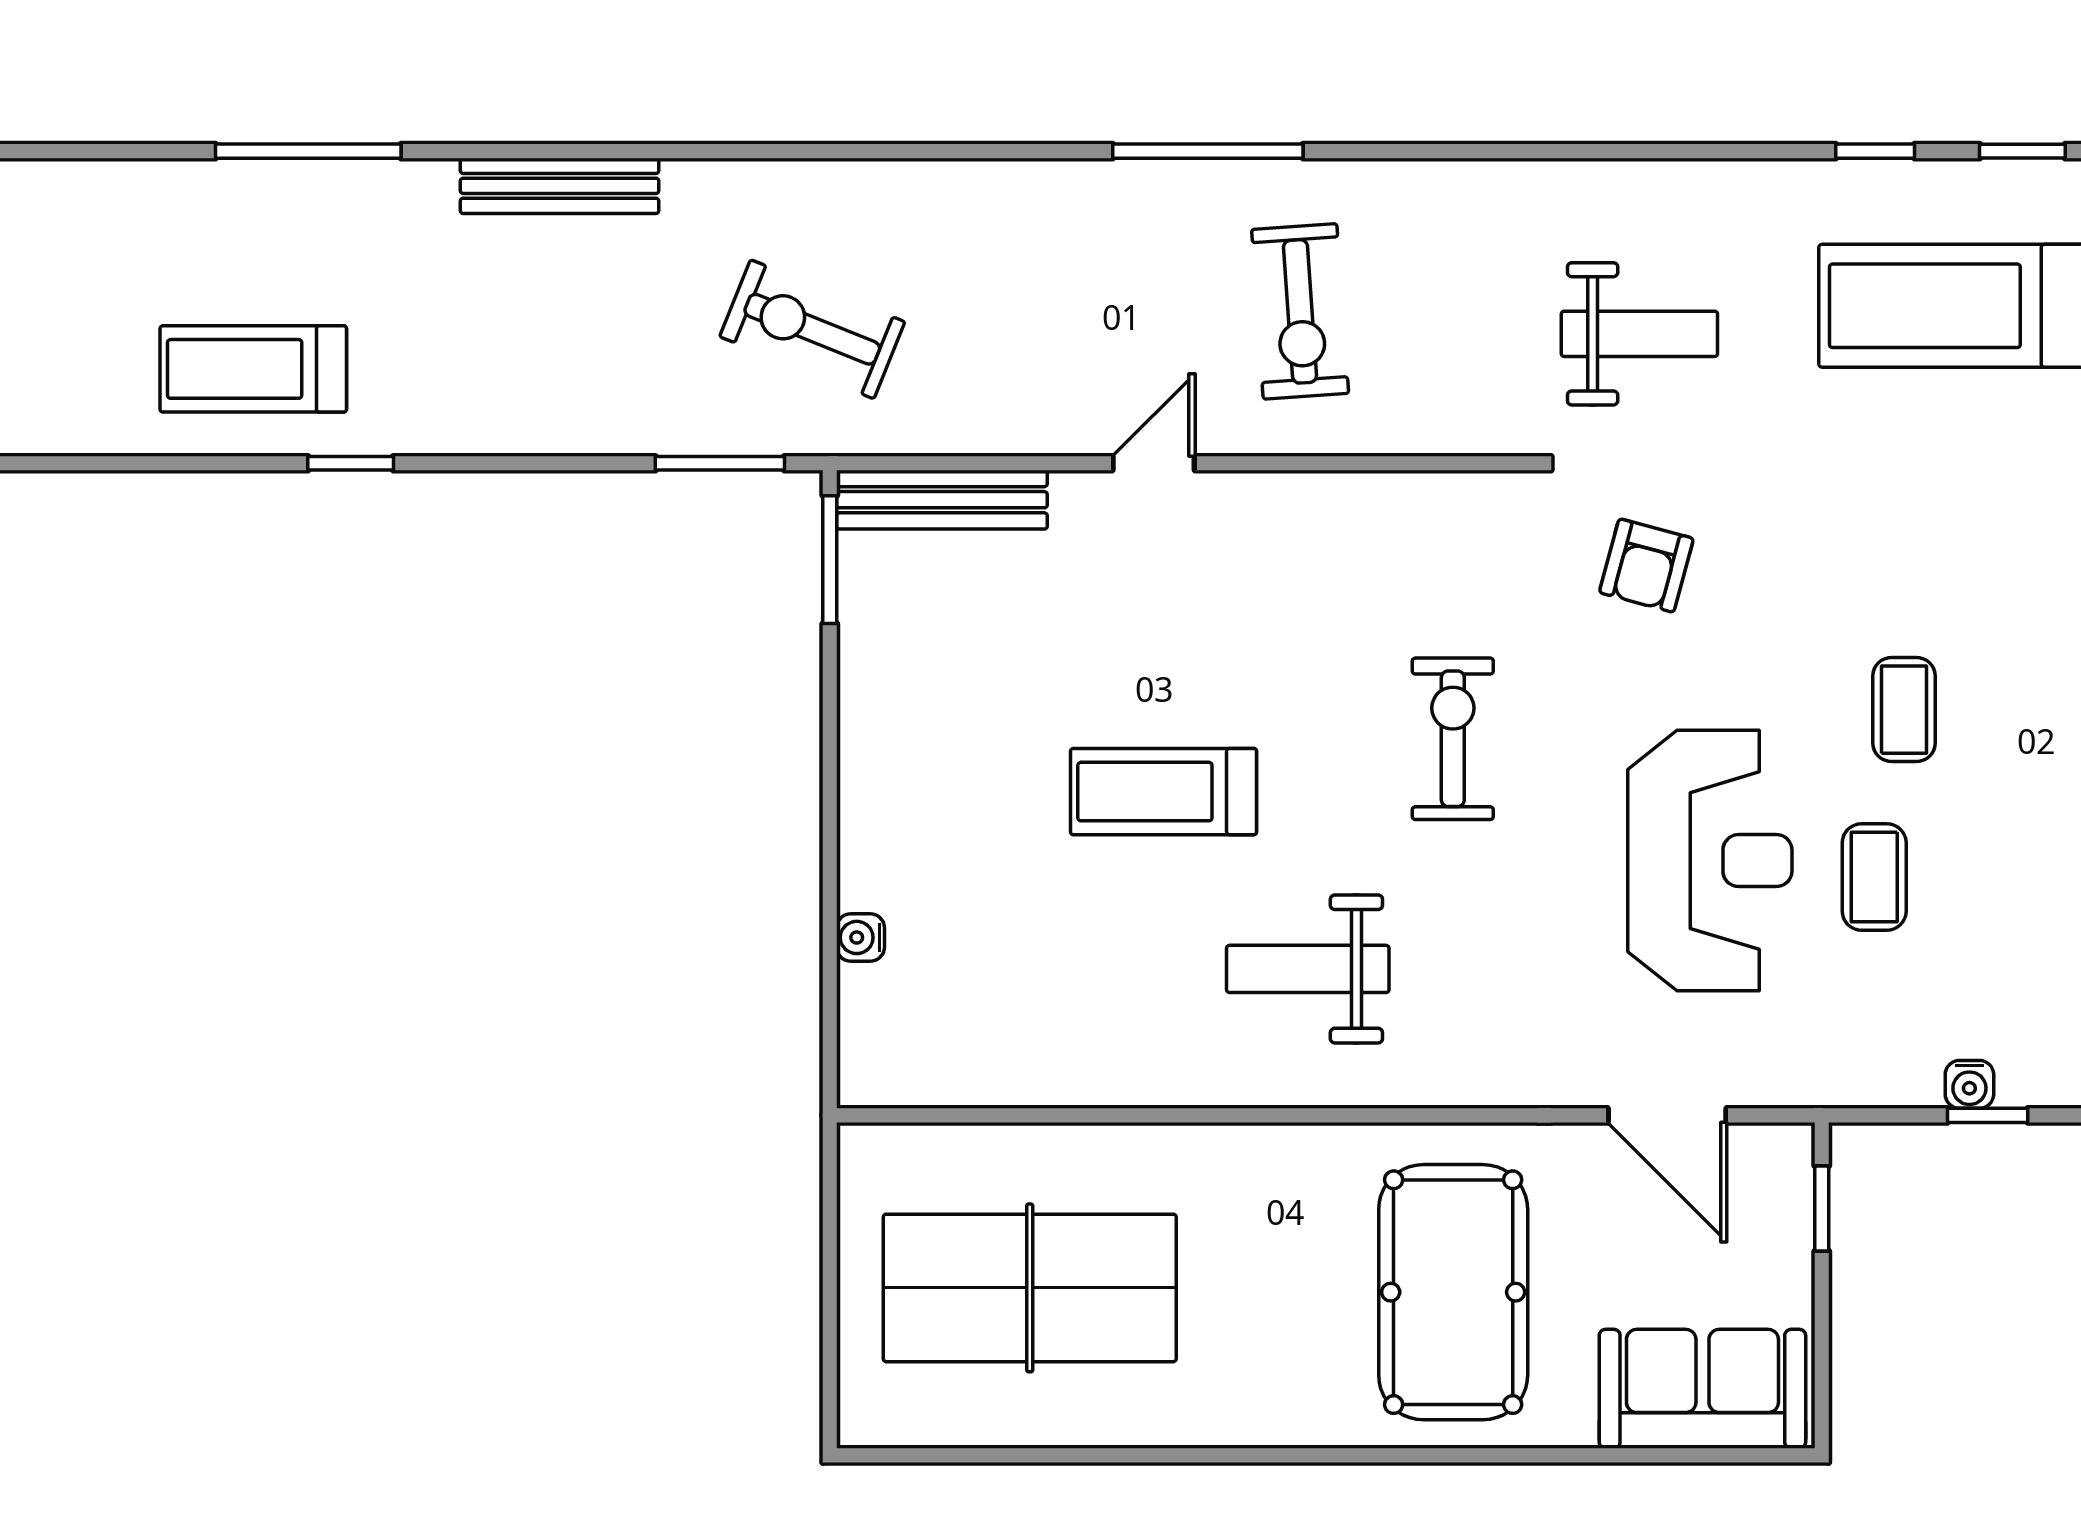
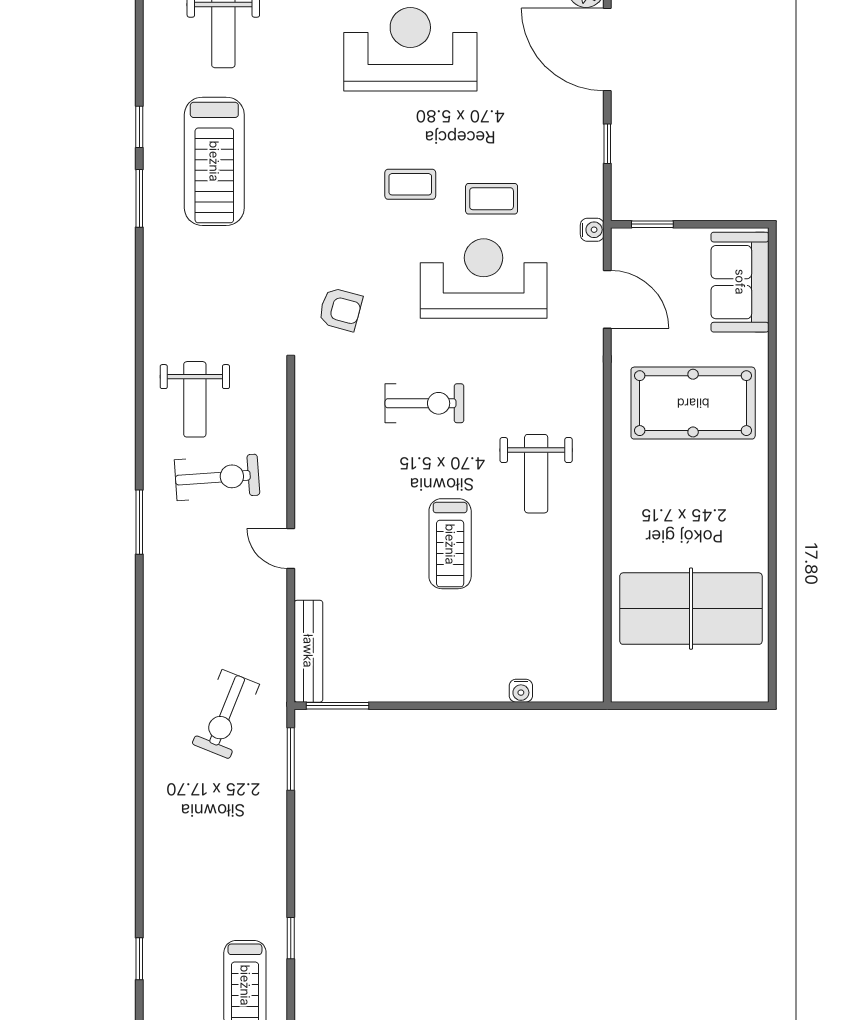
window: (308, 151) -> (139, 959), width x0.46
window: (1208, 151) -> (139, 522), width x0.69
window: (1875, 151) -> (139, 198), width x1.50
bench: (560, 186) -> (156, 837), removed
weight bench: (1639, 334) -> (195, 399), moved, turned 180
exercise bike: (1453, 739) -> (424, 403), turned 180
water cooler: (1969, 1084) -> (592, 230), moved
door: (1667, 1115) -> (607, 299), hinge flipped
table tennis table: (1030, 1288) -> (691, 609), turned 90

